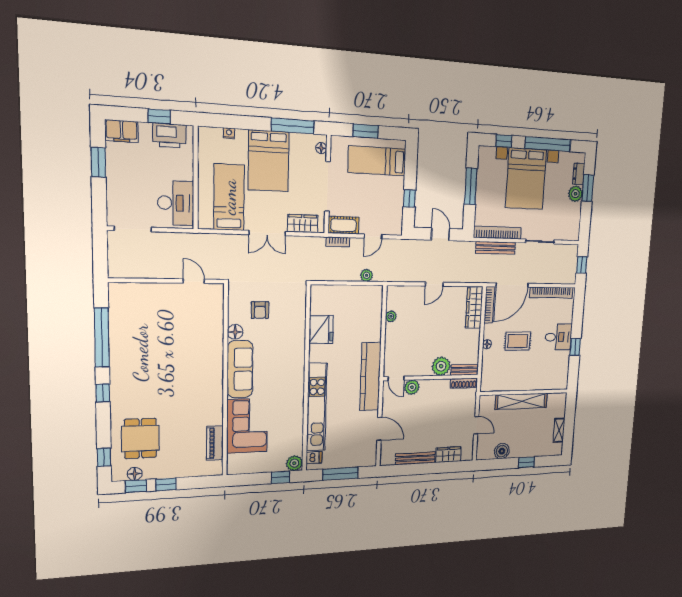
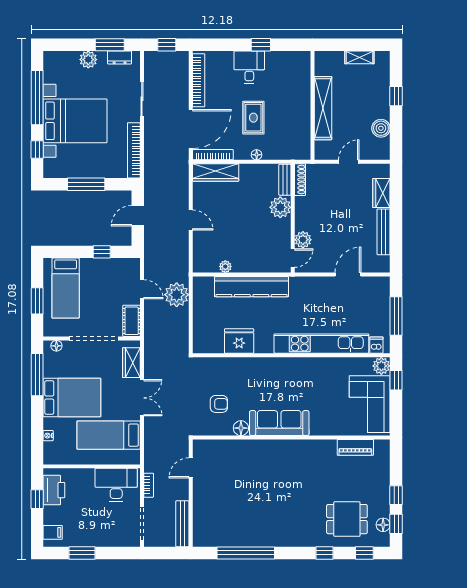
filing cabinet: (122, 131) -> (53, 532), width x0.50
dresser: (579, 174) -> (120, 57), moved
window: (588, 188) -> (110, 45), moved
bookcase: (338, 242) -> (149, 485), moved
bench: (496, 248) -> (182, 524), moved
plant: (367, 275) -> (177, 295), width x1.88, depth x1.88
door: (512, 285) -> (191, 129), hinge flipped
kitchen counter: (370, 377) -> (252, 287), moved
window: (103, 393) -> (325, 553), moved
corner sofa: (247, 426) -> (370, 404), moved, turned -90

